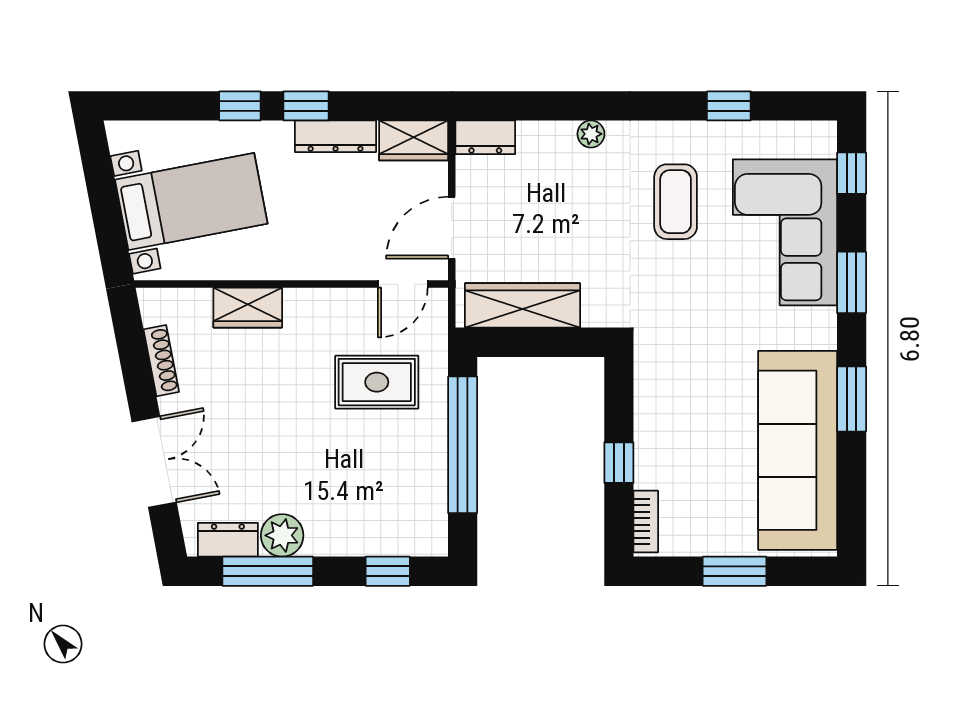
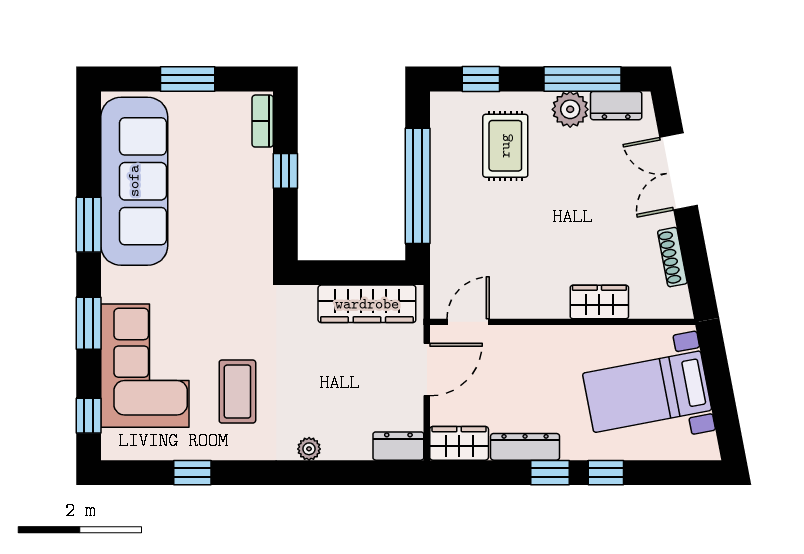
rug: (377, 382) -> (505, 146), moved, turned 90

